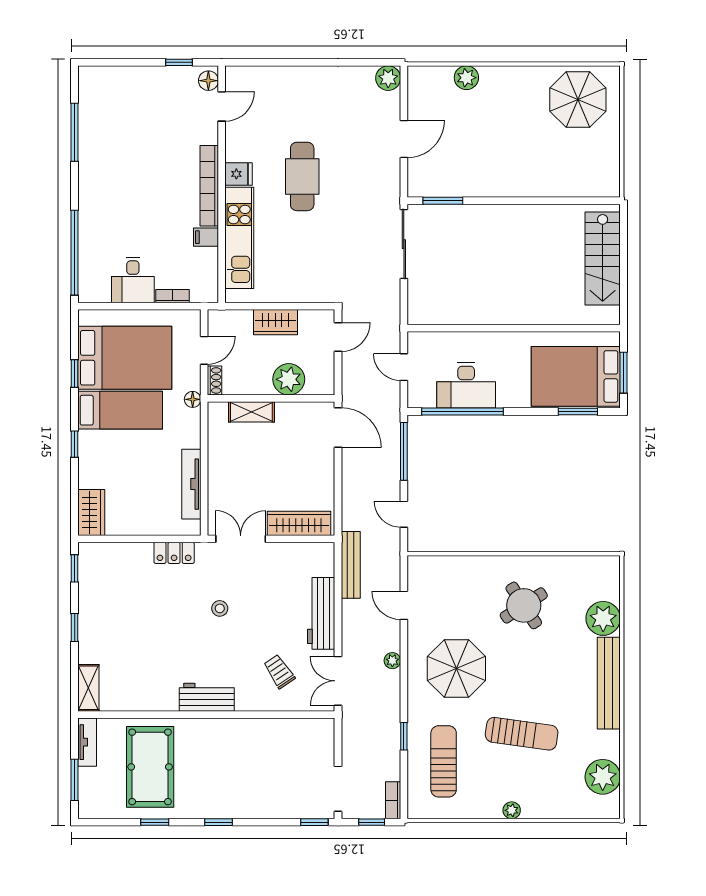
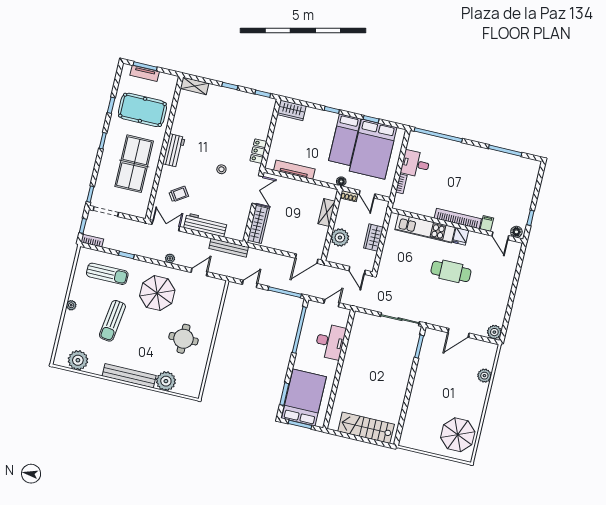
door: (404, 139) -> (458, 333), hinge flipped
filing cabinet: (206, 237) -> (487, 223), moved
desk: (466, 385) -> (330, 342), moved, turned 180
round table: (524, 605) -> (184, 339), turned 33
tv unit: (87, 742) -> (145, 73), moved
table tennis table: (245, 760) -> (134, 164), added

